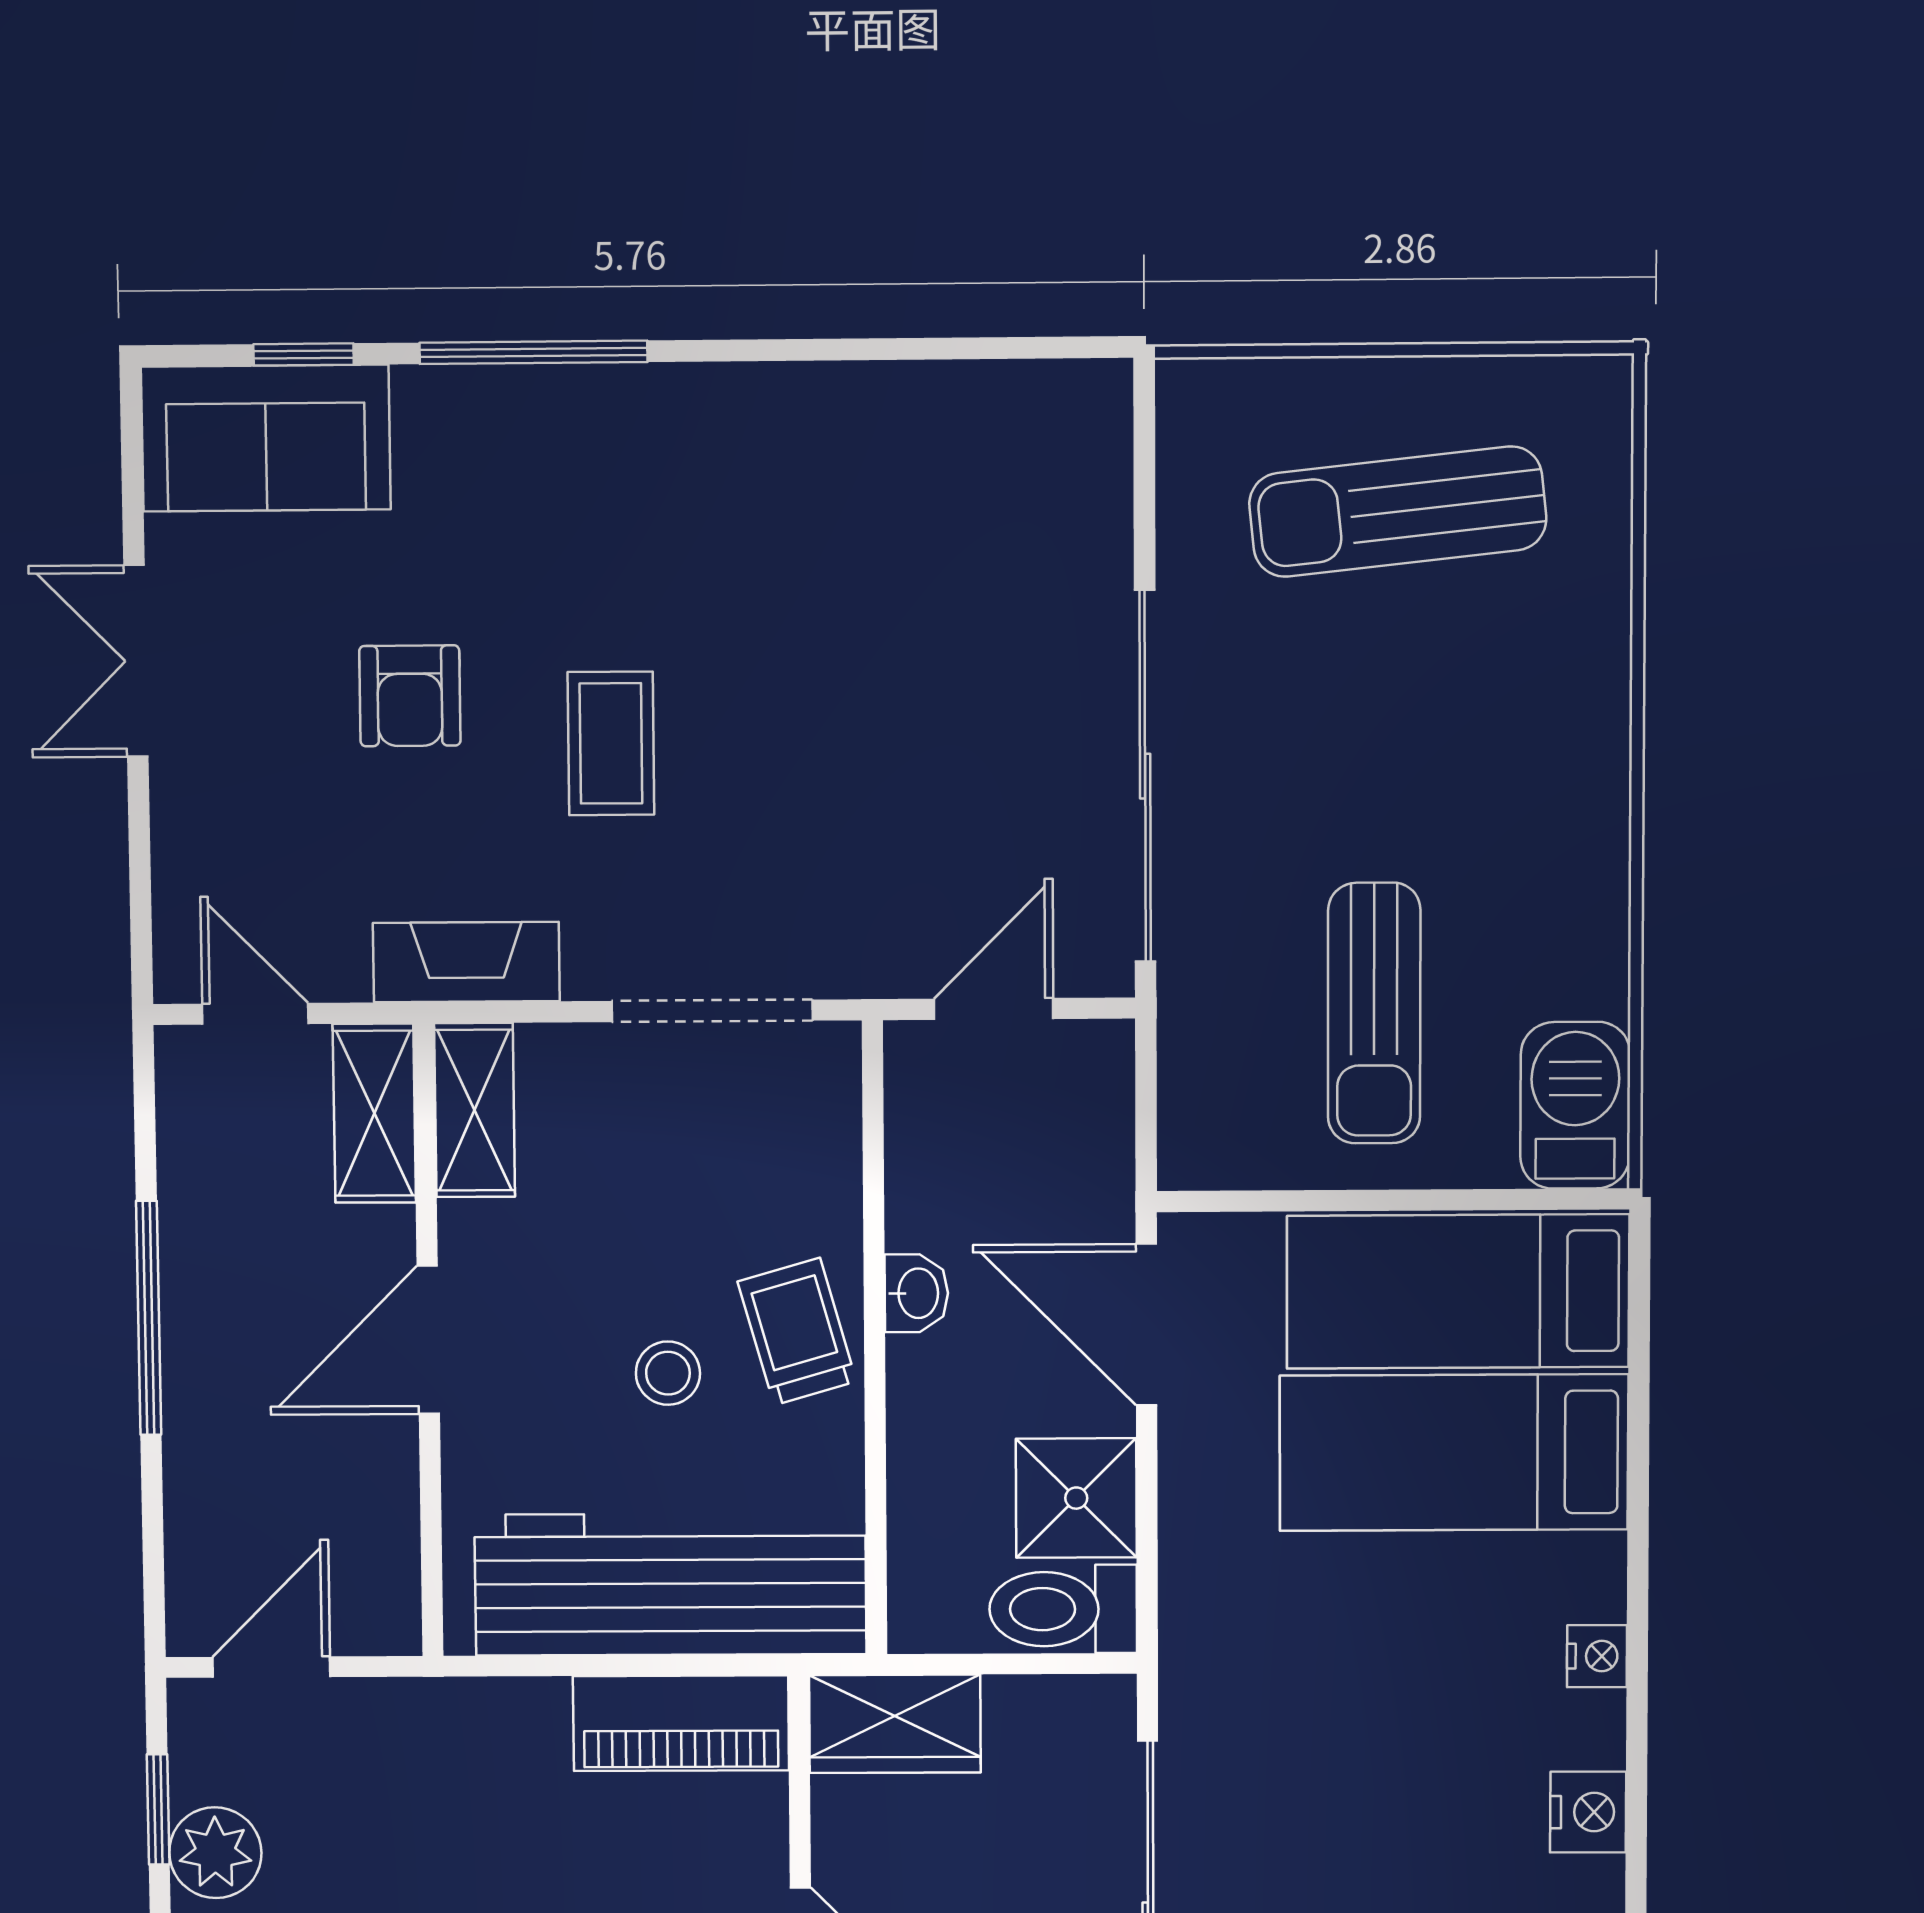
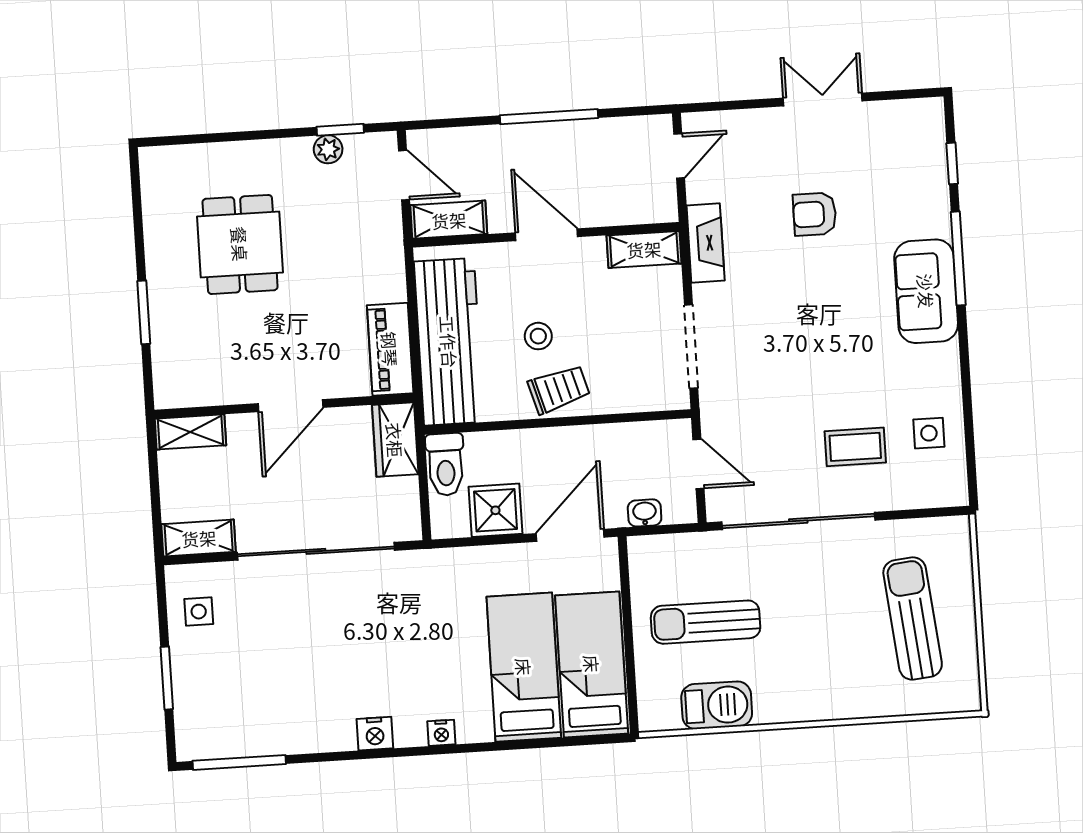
sofa: (266, 438) -> (926, 291), moved
side table: (952, 447) -> (929, 433), added
coffee table: (611, 743) -> (855, 447), moved
barbecue: (1575, 1105) -> (717, 705), moved
shelving: (374, 1113) -> (449, 220), moved
washbasin: (916, 1293) -> (645, 513), moved, turned 180
toilet: (1063, 1609) -> (445, 464), moved, turned 180
plant: (215, 1853) -> (328, 149), width x0.73, depth x0.73

